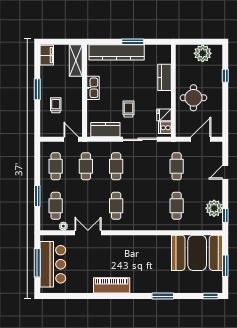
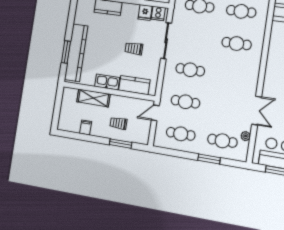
window: (133, 42) -> (66, 52), moved
filing cabinet: (47, 55) -> (86, 127), moved, width x0.50
shelving: (76, 61) -> (93, 98), moved
window: (37, 89) -> (121, 144), moved
kitchen counter: (105, 130) -> (134, 85), moved, turned 90
cafe table: (116, 206) -> (237, 44), moved
double door: (88, 233) -> (257, 111), swing flipped

